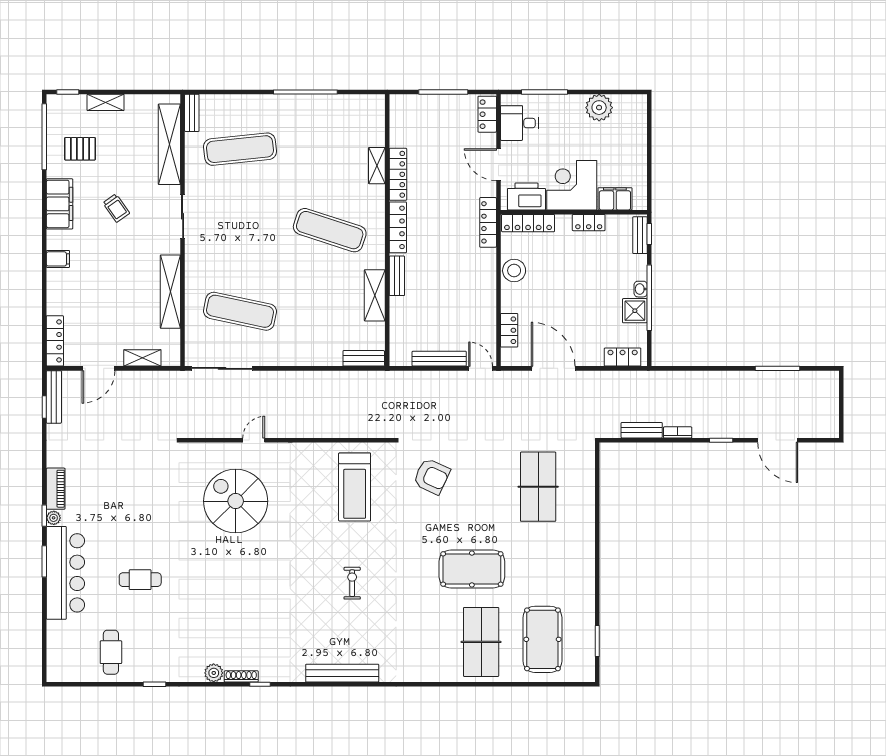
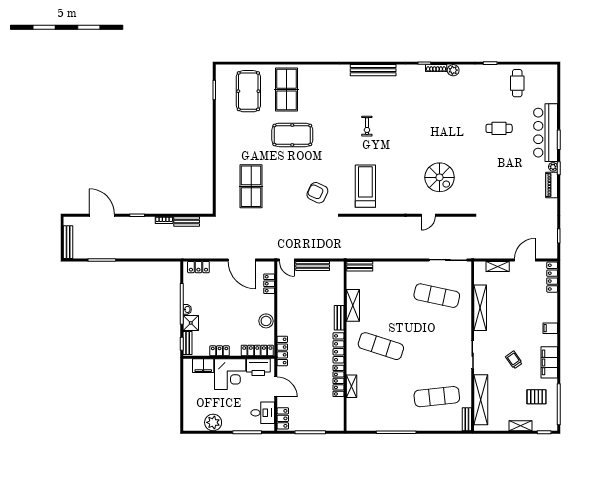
shower: (635, 311) -> (191, 323), moved
bench: (54, 397) -> (68, 242), moved
spiral stairs: (236, 501) -> (440, 177), width x0.73, depth x0.73

